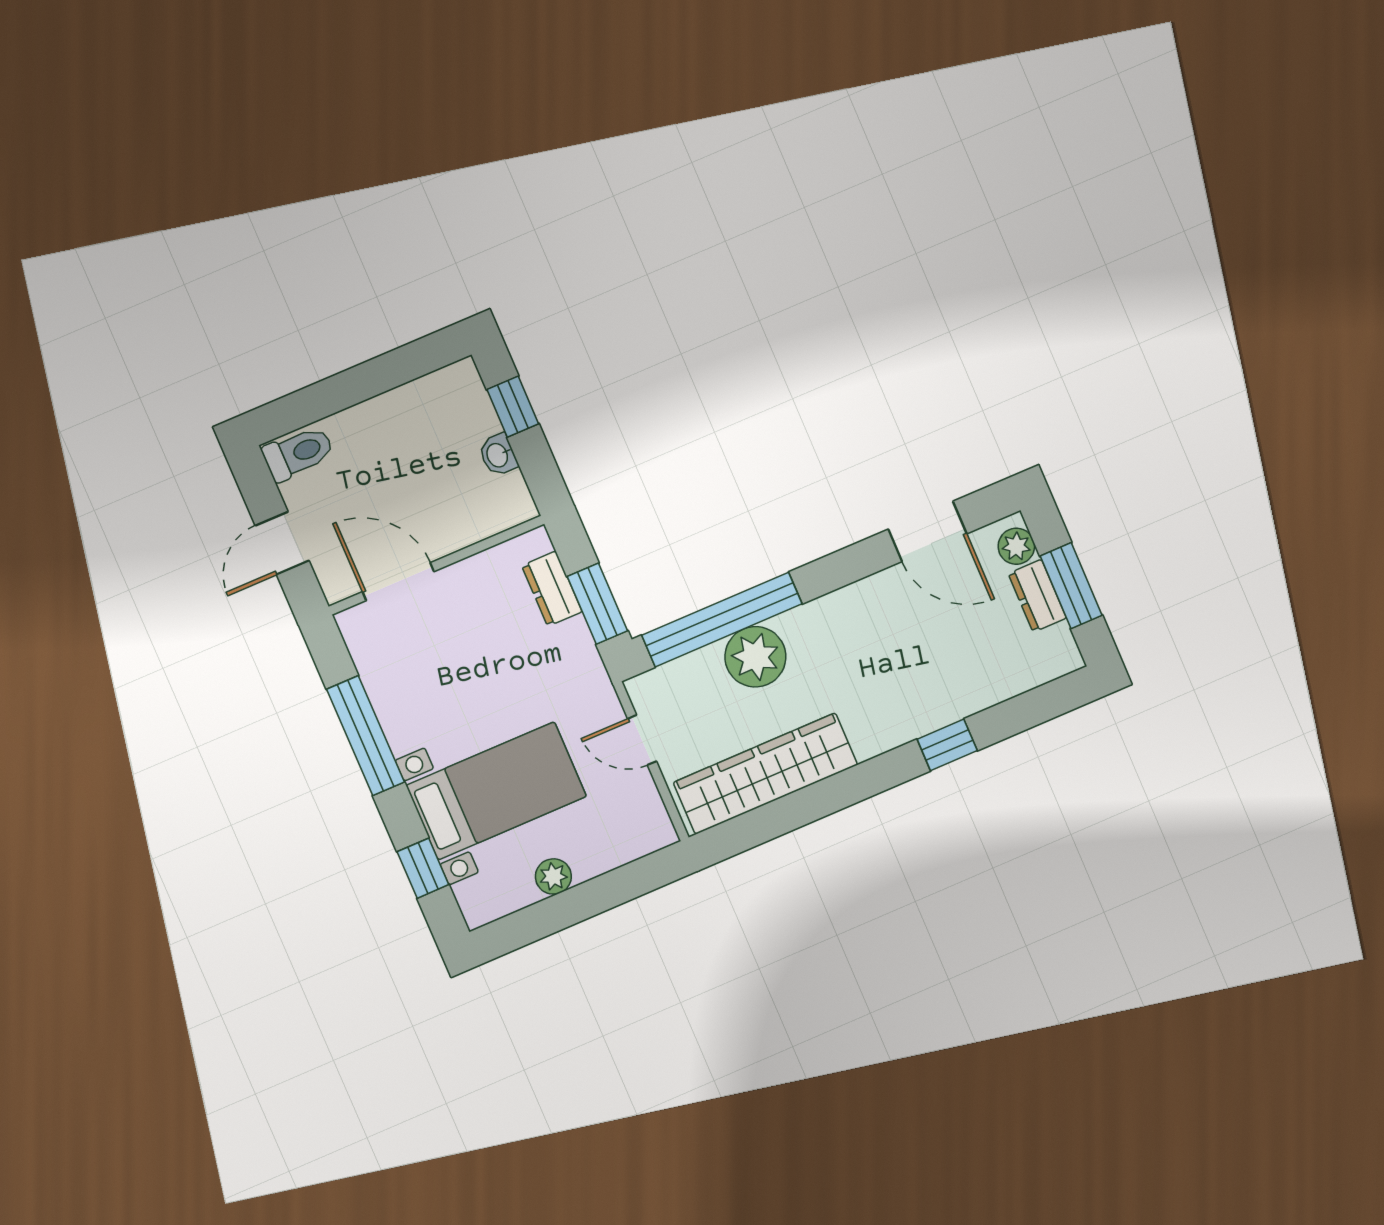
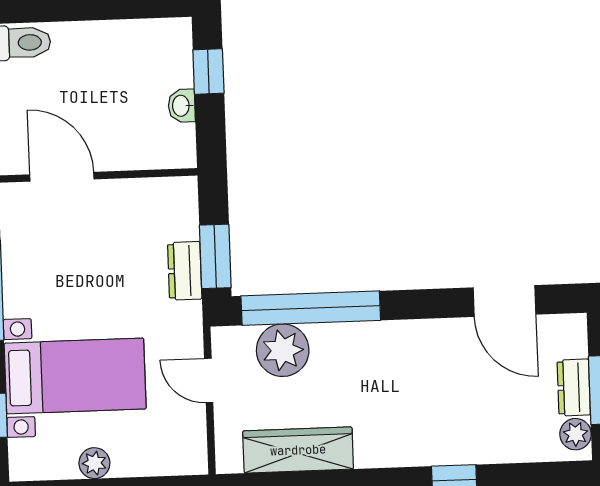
plant: (1016, 546) -> (576, 434), moved
dresser: (552, 589) -> (185, 271), moved
plant: (755, 657) -> (283, 350), moved
wardrobe: (765, 774) -> (298, 450), width x0.71, depth x0.85

